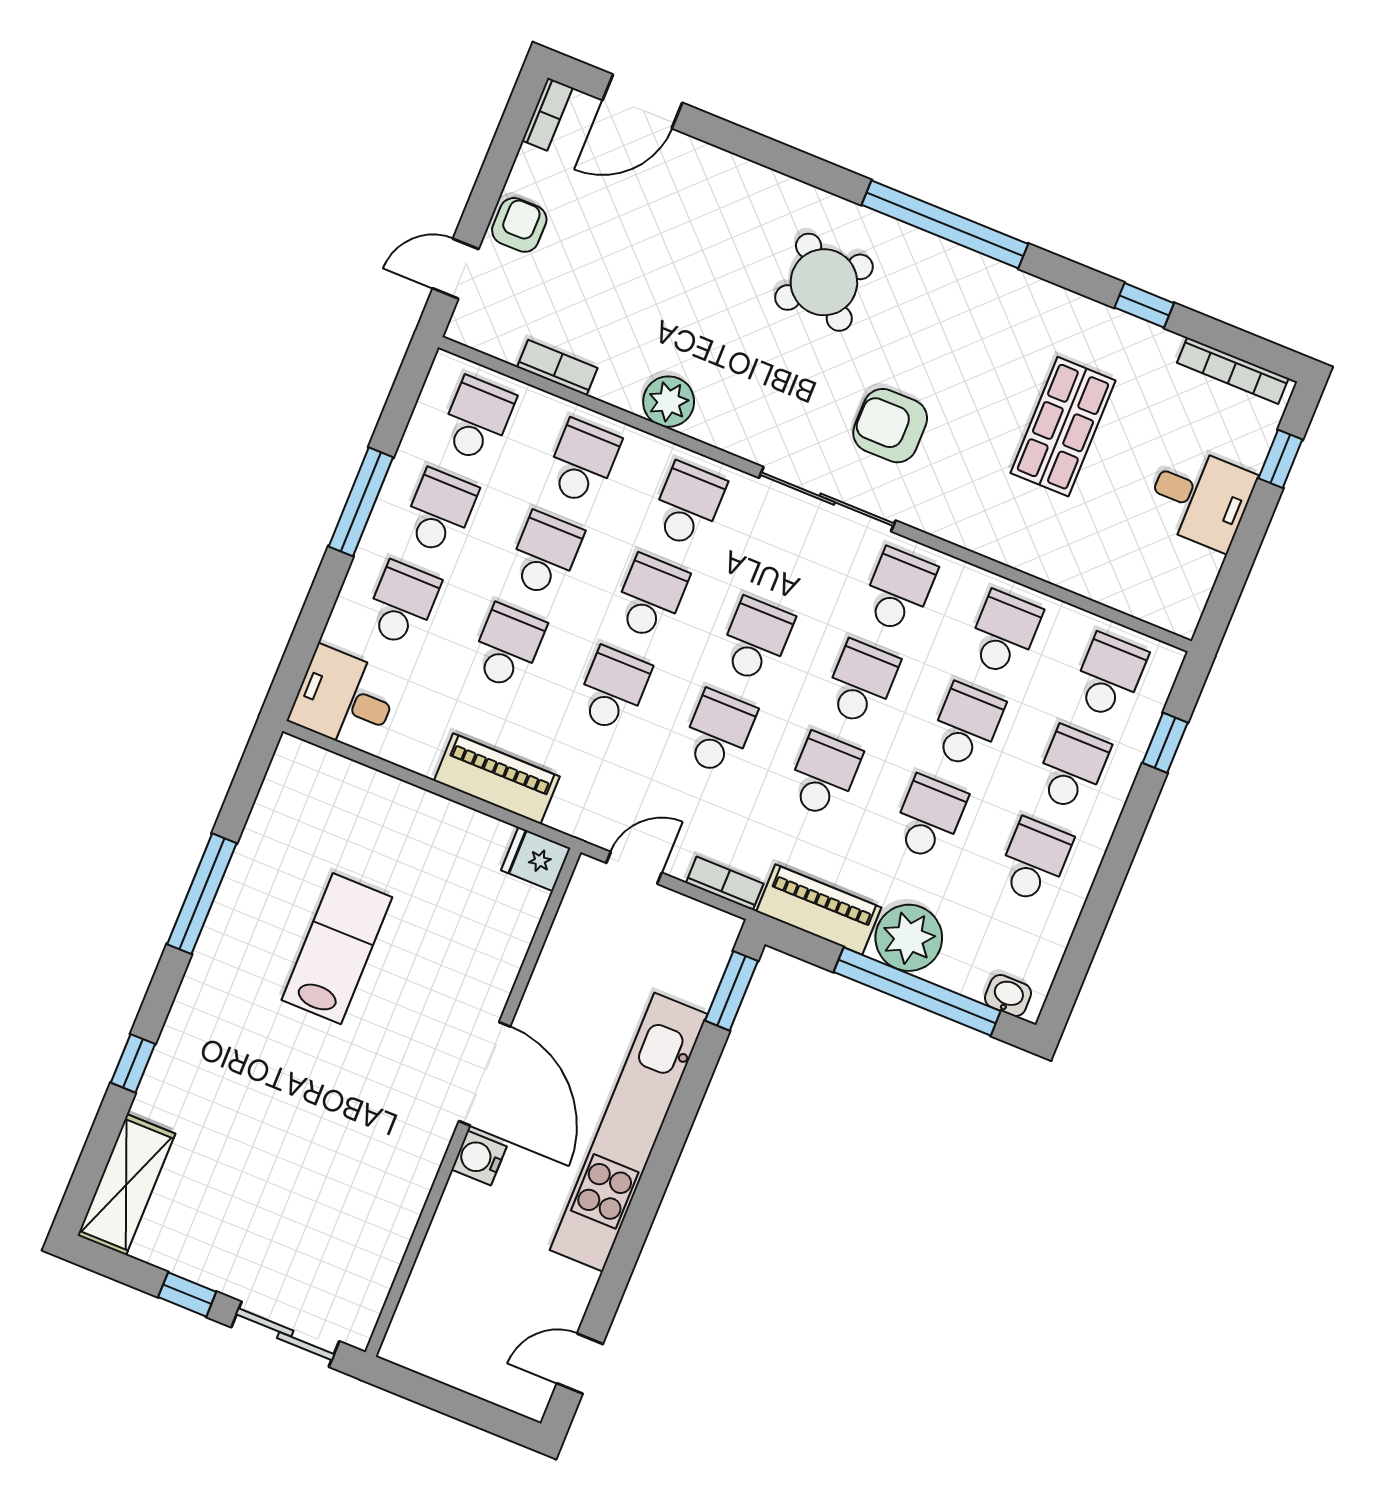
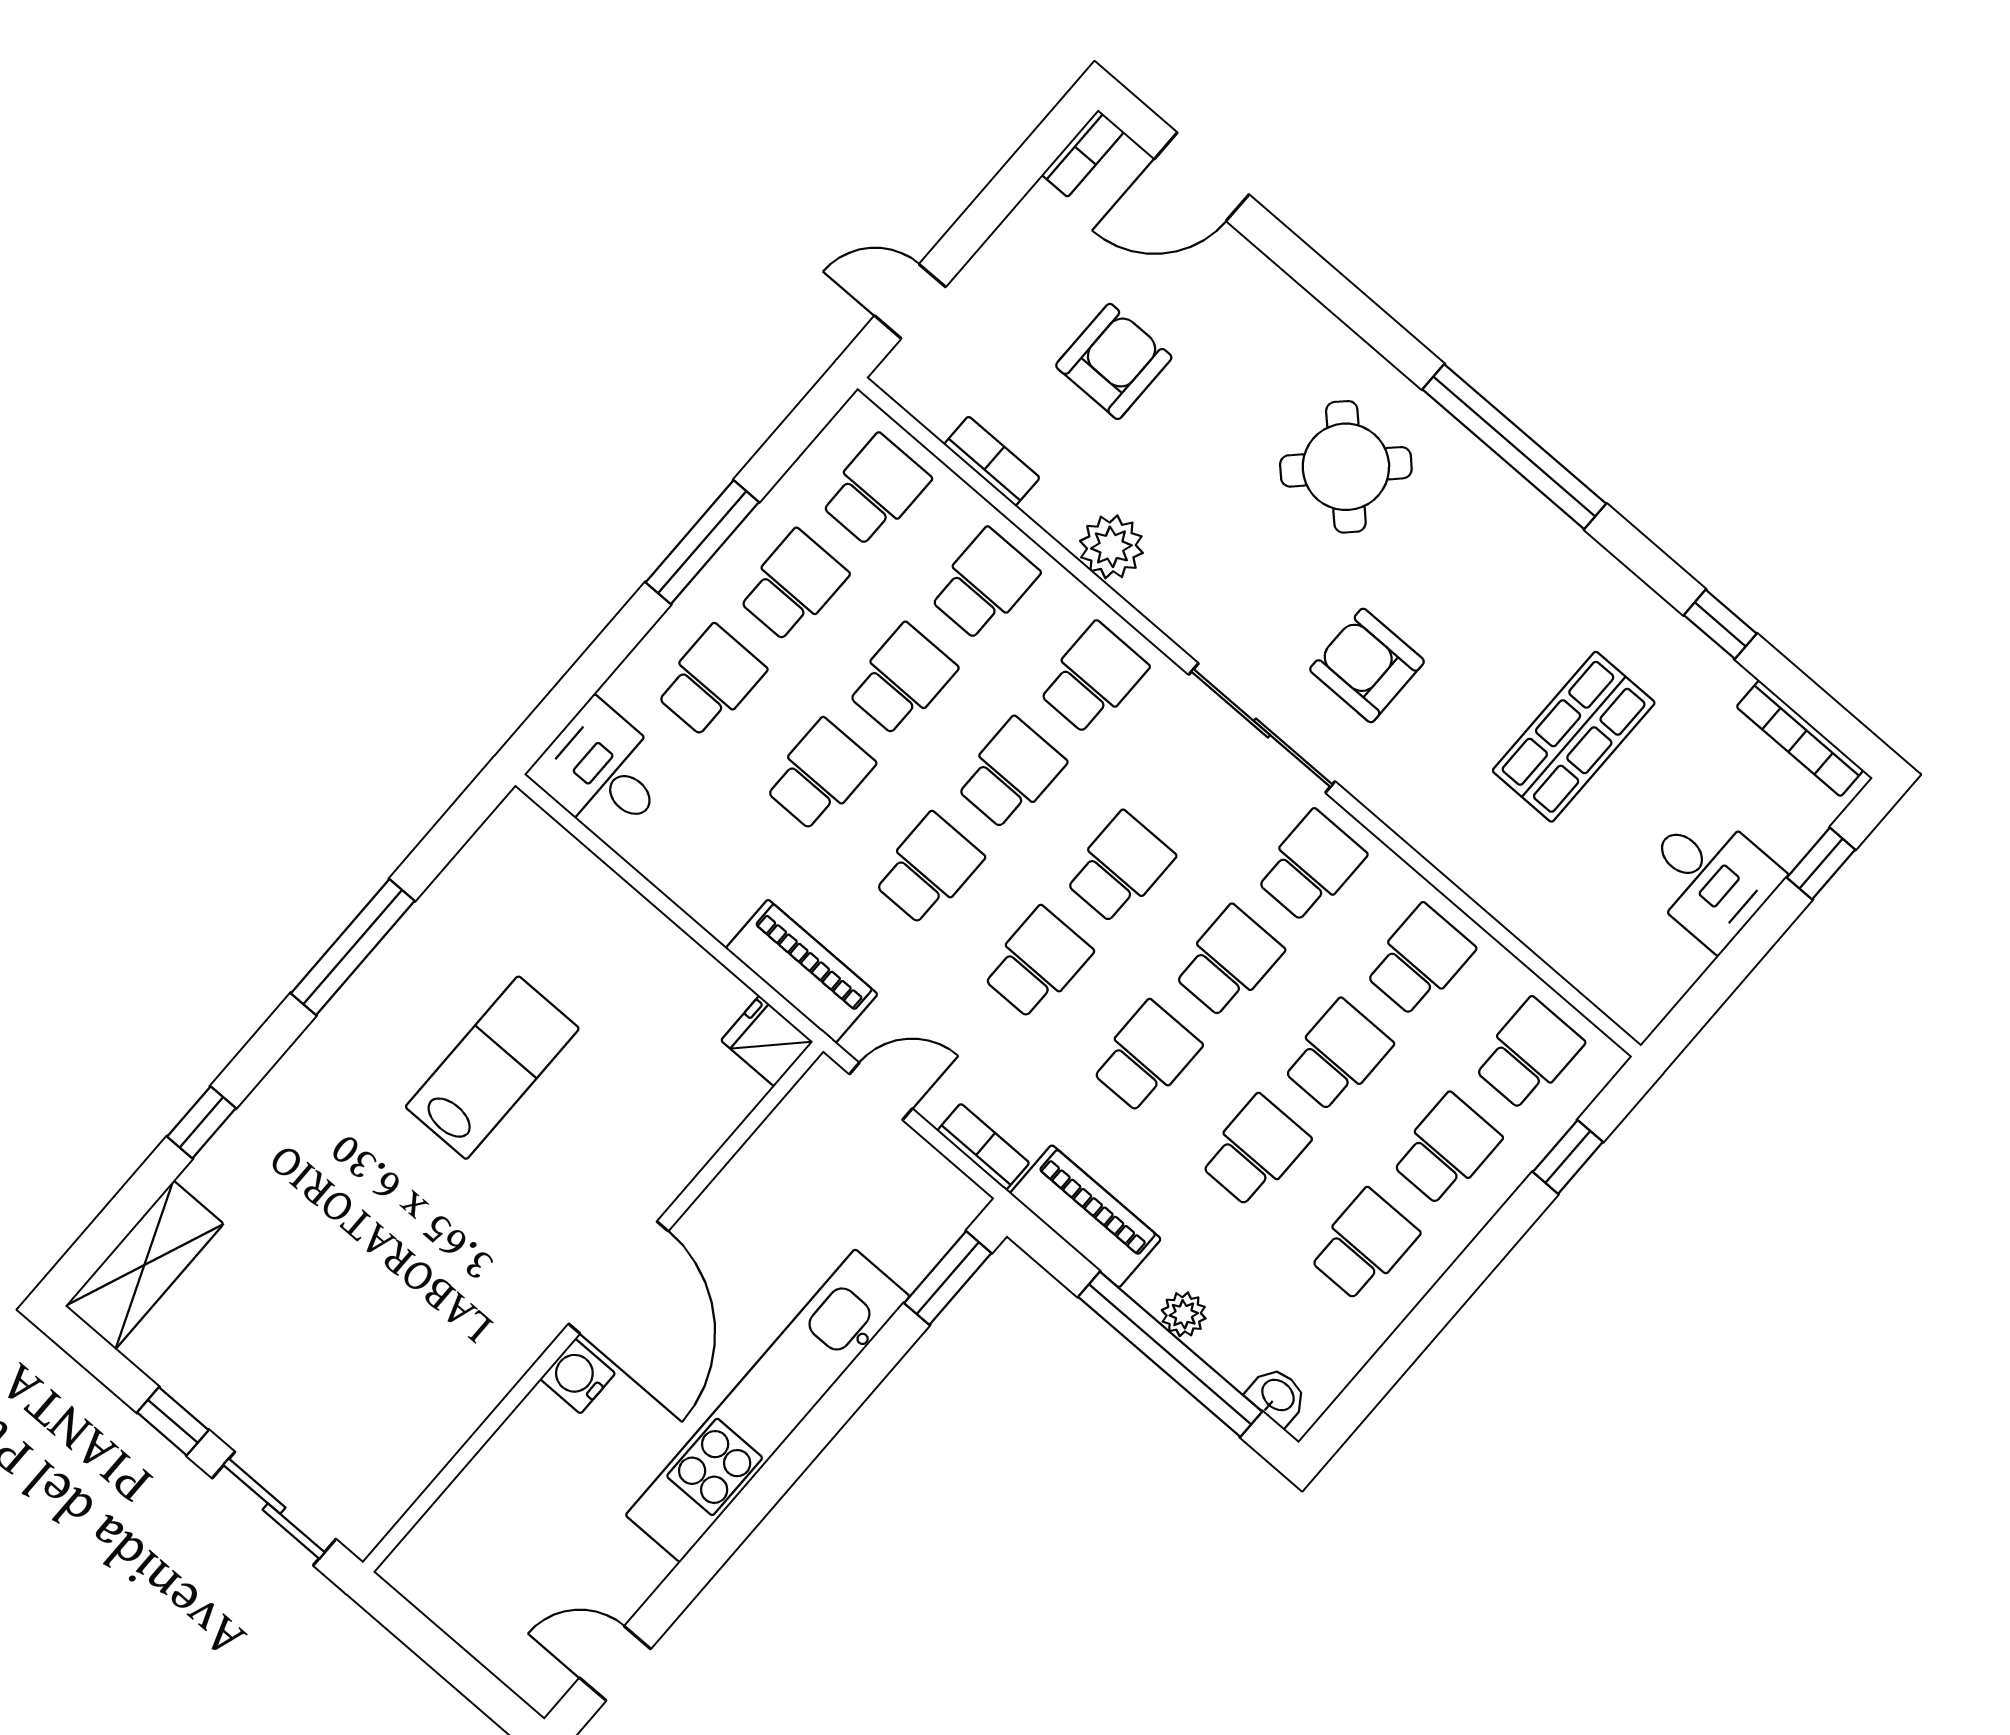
armchair: (519, 225) -> (1114, 361), moved, width x1.38, depth x1.38
piano: (497, 779) -> (802, 971), moved
plant: (909, 938) -> (1184, 1314), width x0.53, depth x0.53

